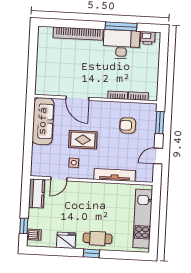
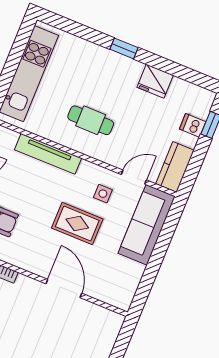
sofa: (43, 121) -> (147, 225), moved
dishwasher: (34, 235) -> (193, 125), moved
cafe table: (98, 238) -> (91, 120), moved

